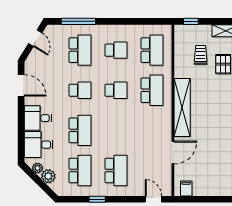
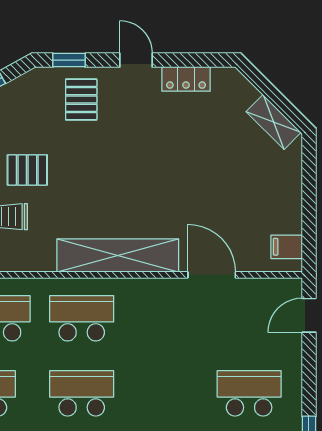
school desk: (116, 90) -> (82, 393), width x1.85

